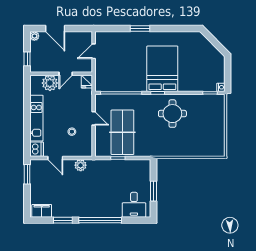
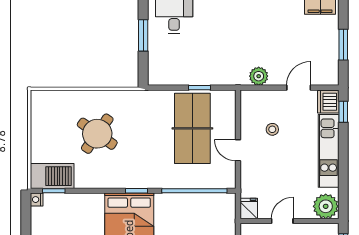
plant: (50, 83) -> (326, 206), moved
barbecue: (211, 102) -> (52, 176), added
round table: (172, 114) -> (97, 134), moved, turned 35
window: (27, 143) -> (343, 112), added
door: (55, 158) -> (299, 88), hinge flipped
window: (27, 174) -> (343, 45), moved

